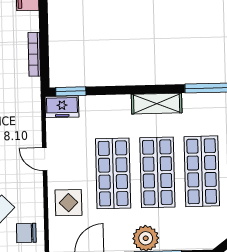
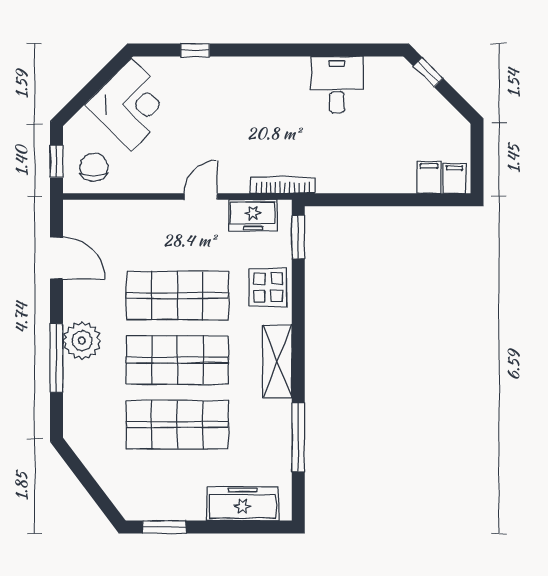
bookcase: (34, 54) -> (283, 185), moved
freezer: (62, 107) -> (253, 215), moved, turned -90
display table: (69, 203) -> (268, 287), moved

